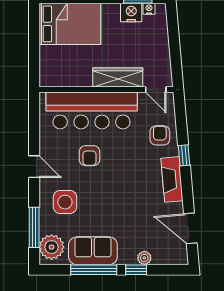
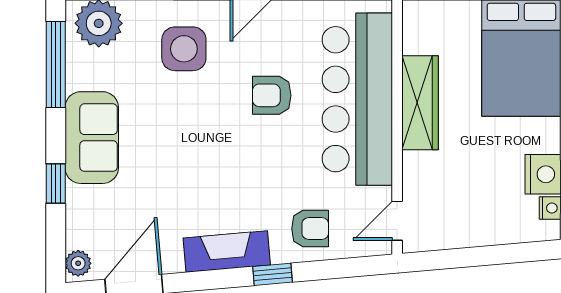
wardrobe: (118, 77) -> (420, 103), moved
sofa: (93, 251) -> (92, 138), moved
plant: (144, 258) -> (78, 263), moved
window: (94, 270) -> (56, 64), moved

